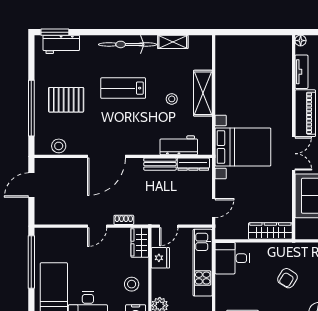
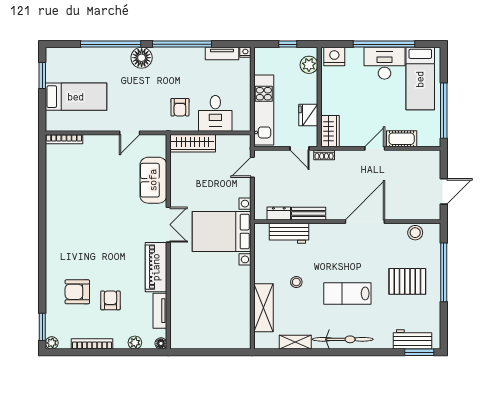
lab bench: (123, 88) -> (347, 293), turned 180
shelving: (203, 93) -> (264, 308), moved
double door: (294, 154) -> (168, 225), swing flipped
dresser: (193, 164) -> (279, 213), width x0.70
shoe rack: (124, 220) -> (324, 155), moved
door: (169, 226) -> (299, 148), swing flipped
cot: (72, 235) -> (402, 139), added
desk: (232, 258) -> (215, 113), moved, turned 90
armchair: (287, 278) -> (180, 107), moved, turned 148
stool: (132, 284) -> (339, 87), removed

